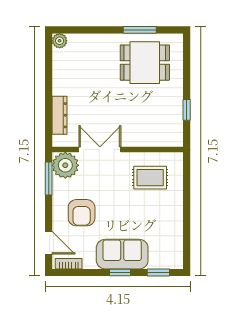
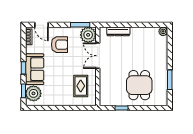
dining table: (145, 63) -> (139, 85), moved
double door: (100, 149) -> (98, 56), swing flipped
armchair: (82, 213) -> (60, 45), turned 180
door: (49, 243) -> (41, 25), hinge flipped
plant: (162, 256) -> (33, 93), added

